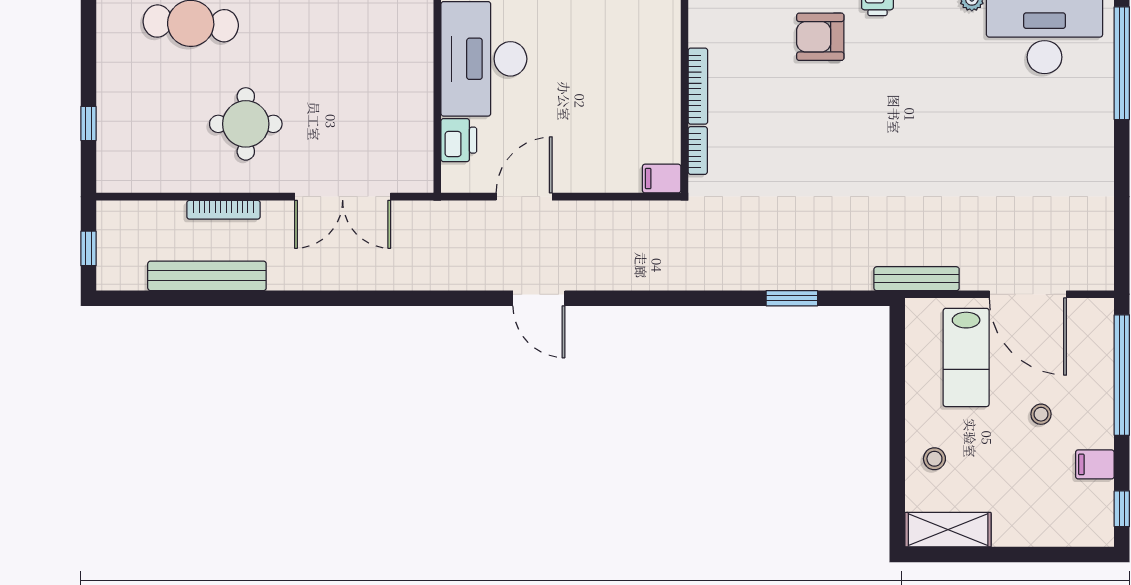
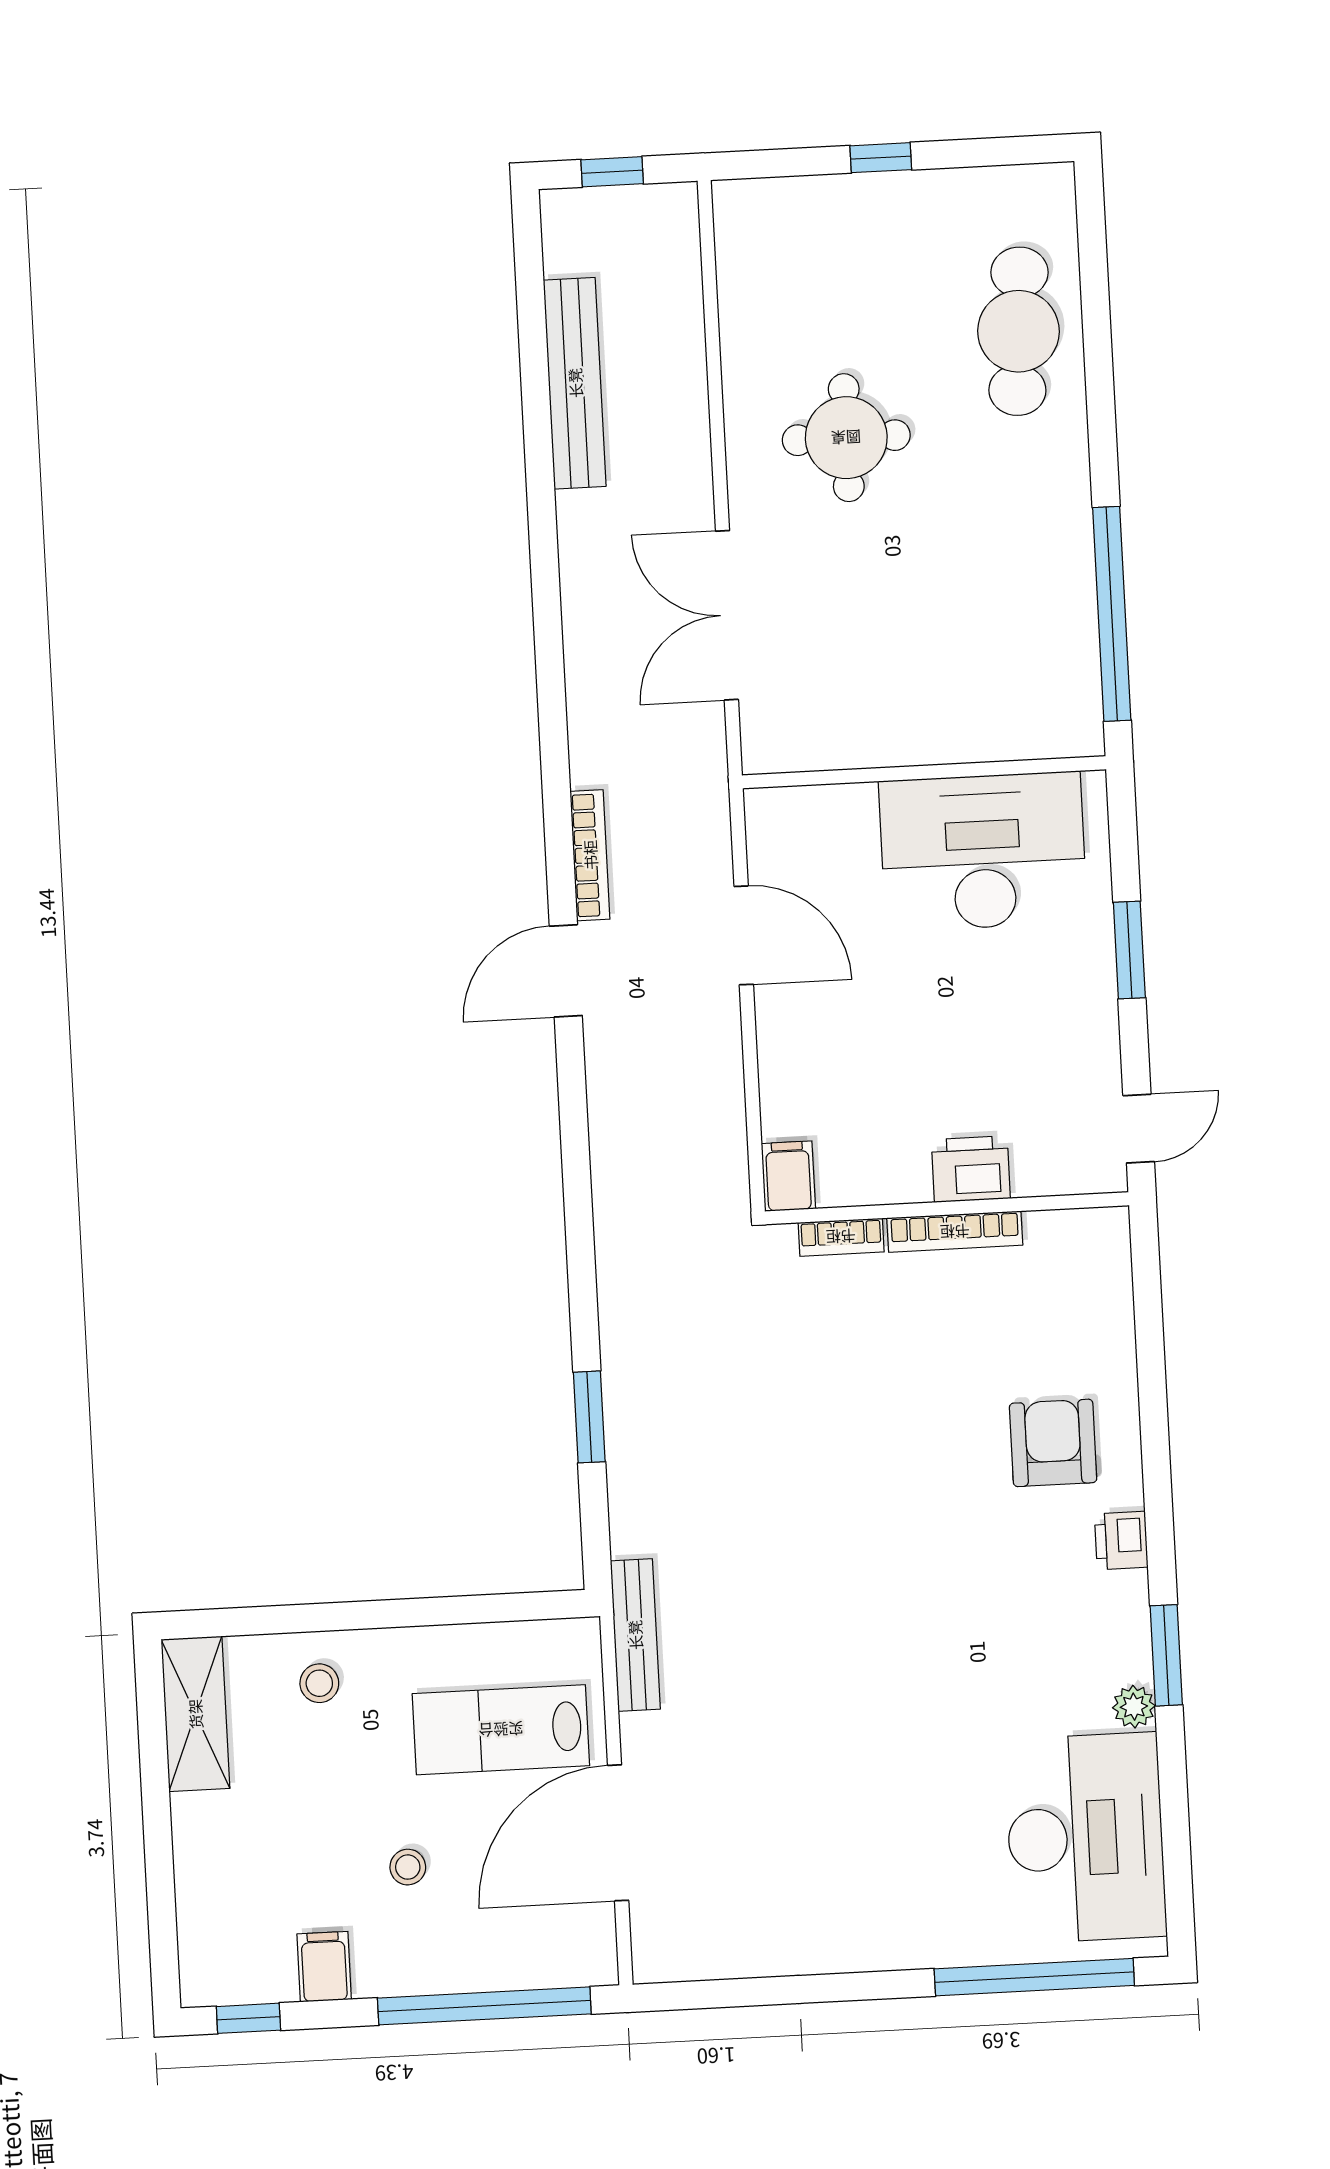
window: (88, 124) -> (881, 158), moved
printer: (459, 140) -> (971, 1169), moved, turned 180
bookcase: (223, 210) -> (590, 855), moved, turned 180

